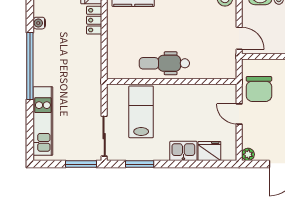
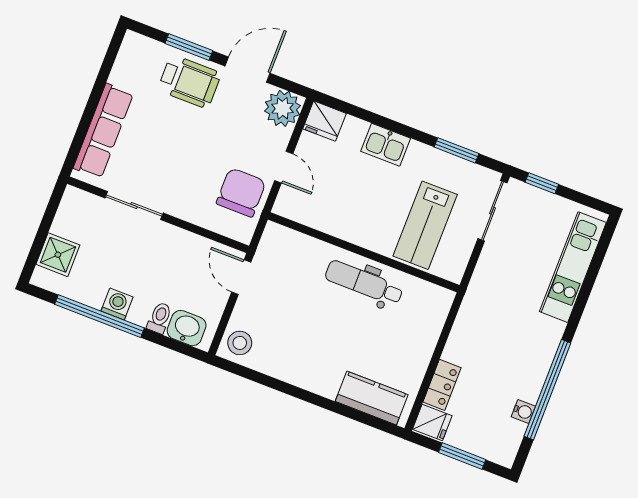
dental chair: (164, 63) -> (364, 283), turned 180
window: (30, 66) -> (547, 390), moved
fridge: (209, 151) -> (324, 121), moved
plant: (248, 154) -> (283, 108), width x1.87, depth x1.87
window: (81, 164) -> (542, 183), width x0.67

